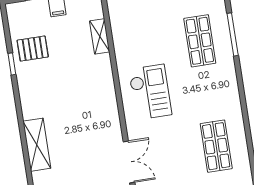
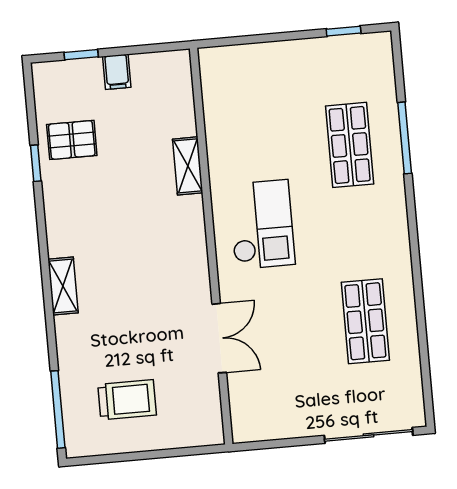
shelving: (100, 36) -> (188, 166), moved
shelving: (37, 145) -> (63, 286), width x0.67, depth x0.75

